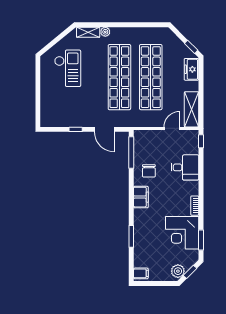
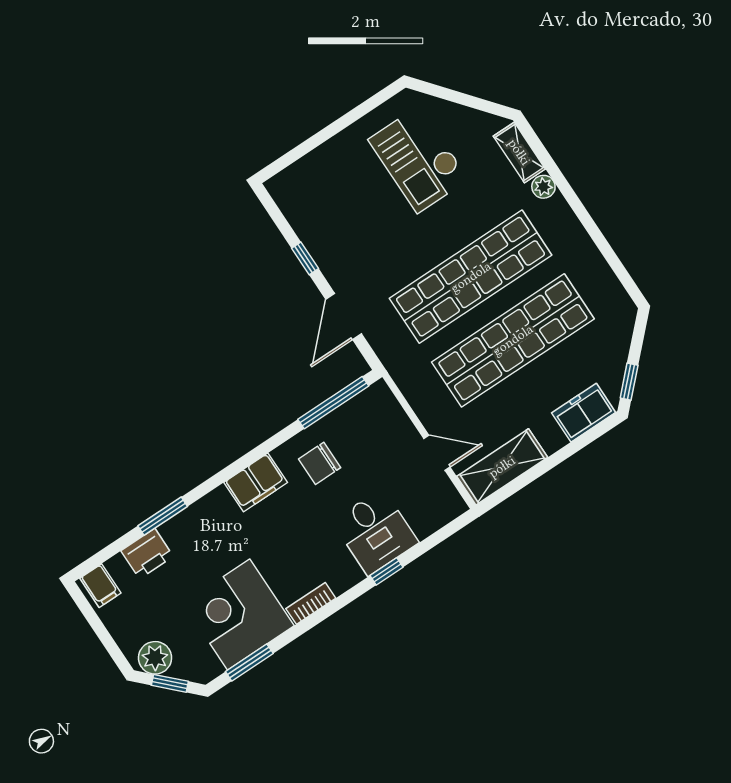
checkout: (68, 68) -> (418, 159), turned 90
window: (201, 141) -> (387, 571), moved
printer: (141, 250) -> (147, 554), added

